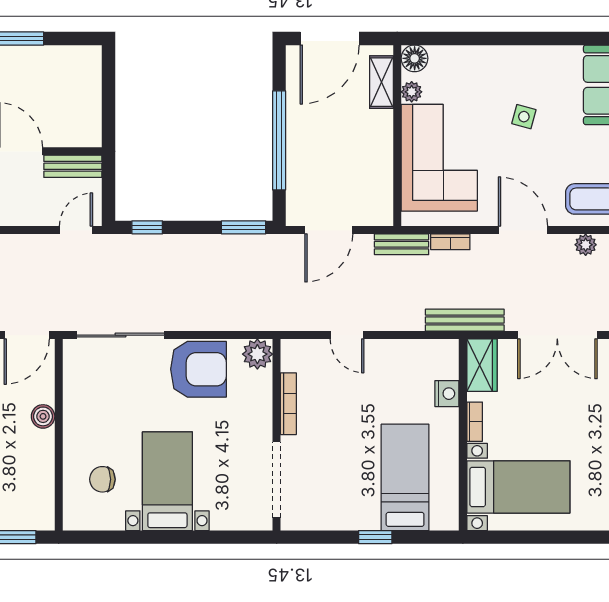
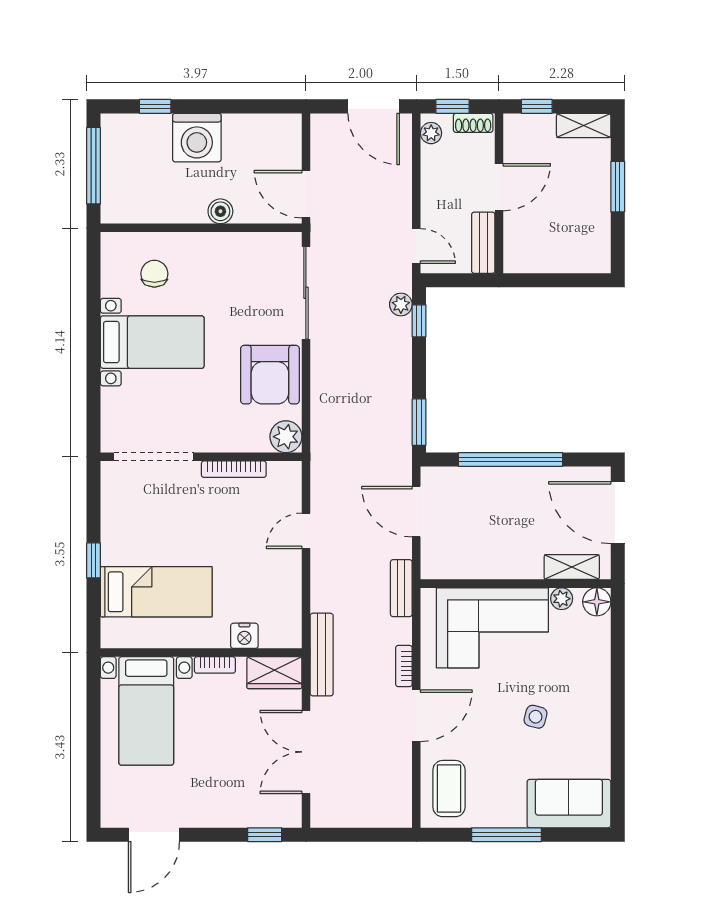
bookcase: (450, 242) -> (404, 666), moved
plant: (586, 245) -> (401, 305), moved

